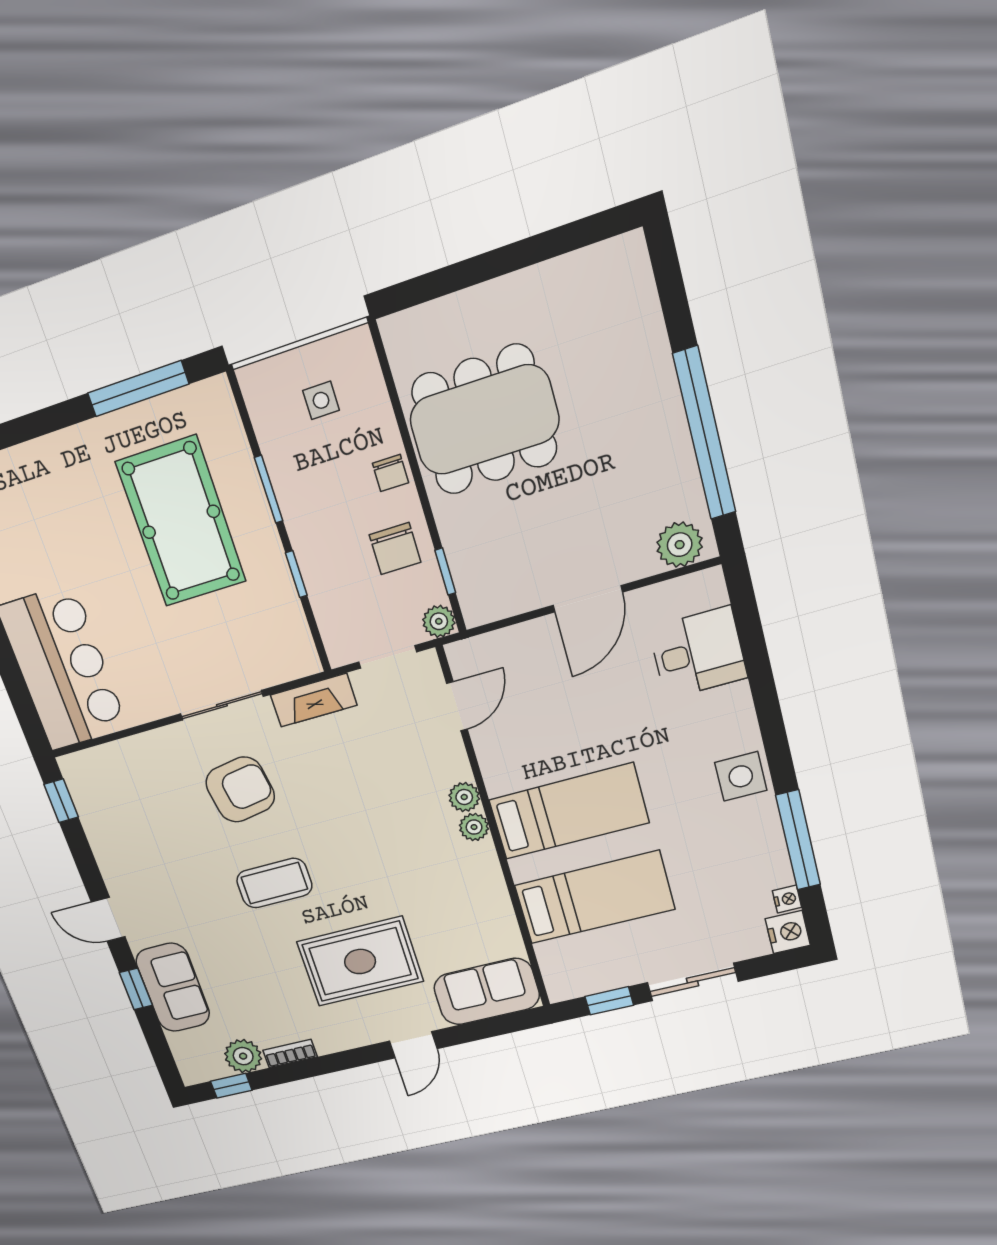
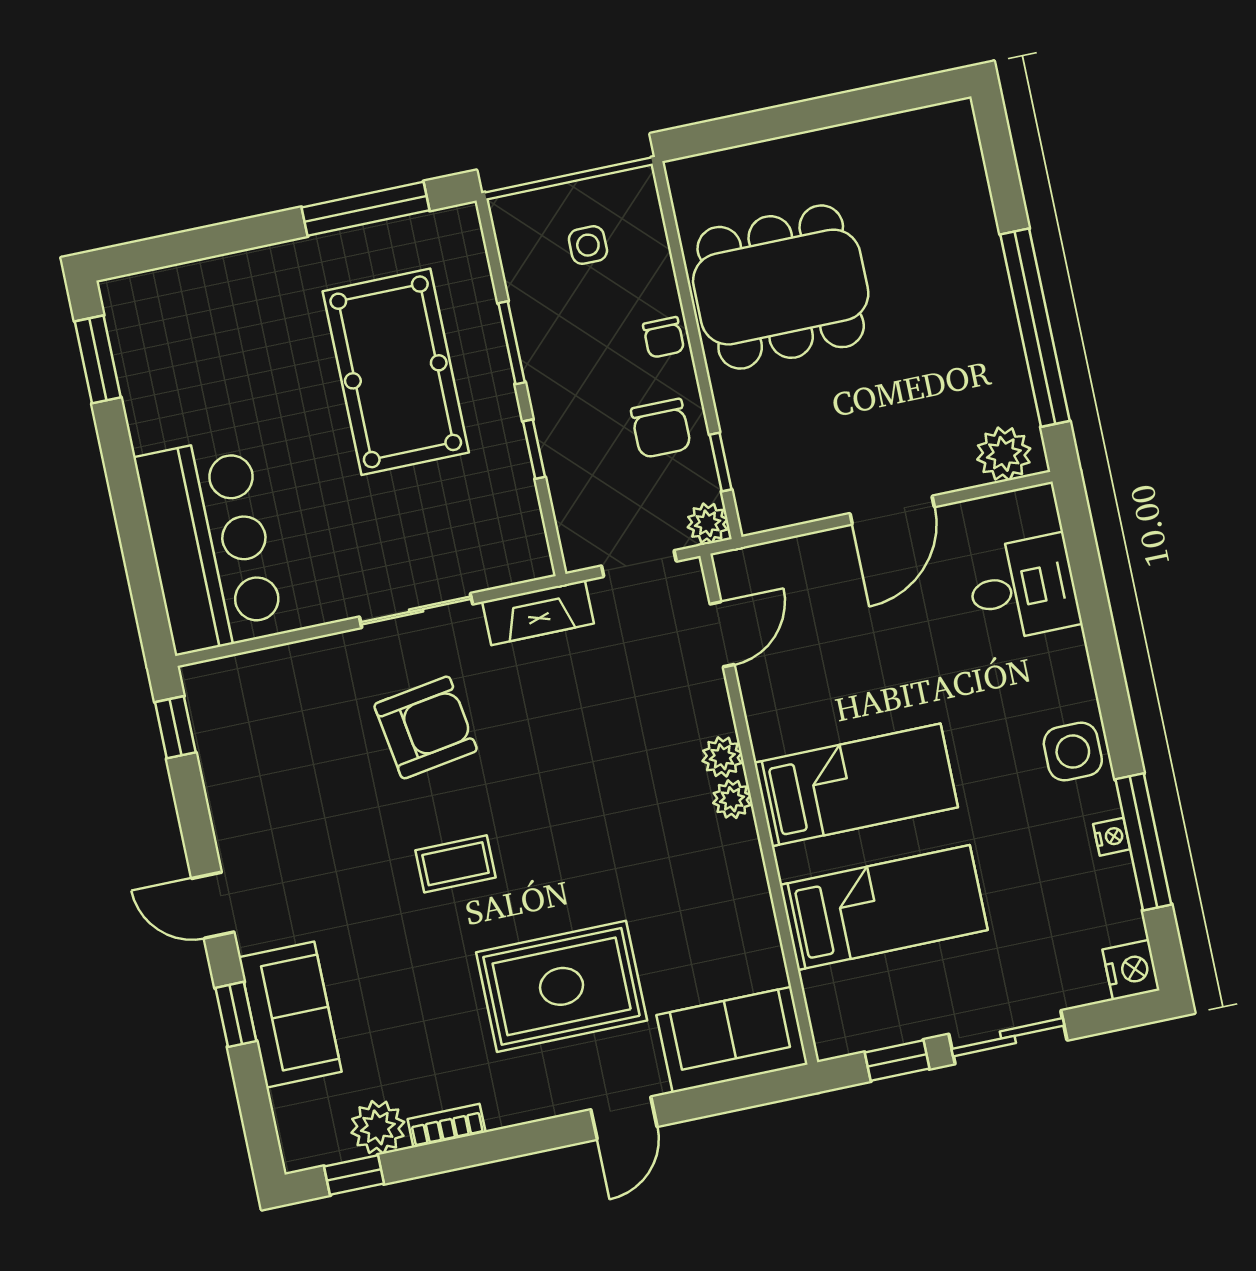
coffee table: (274, 883) -> (455, 864), width x0.73, depth x0.77
nightstand: (787, 899) -> (1112, 837), moved

